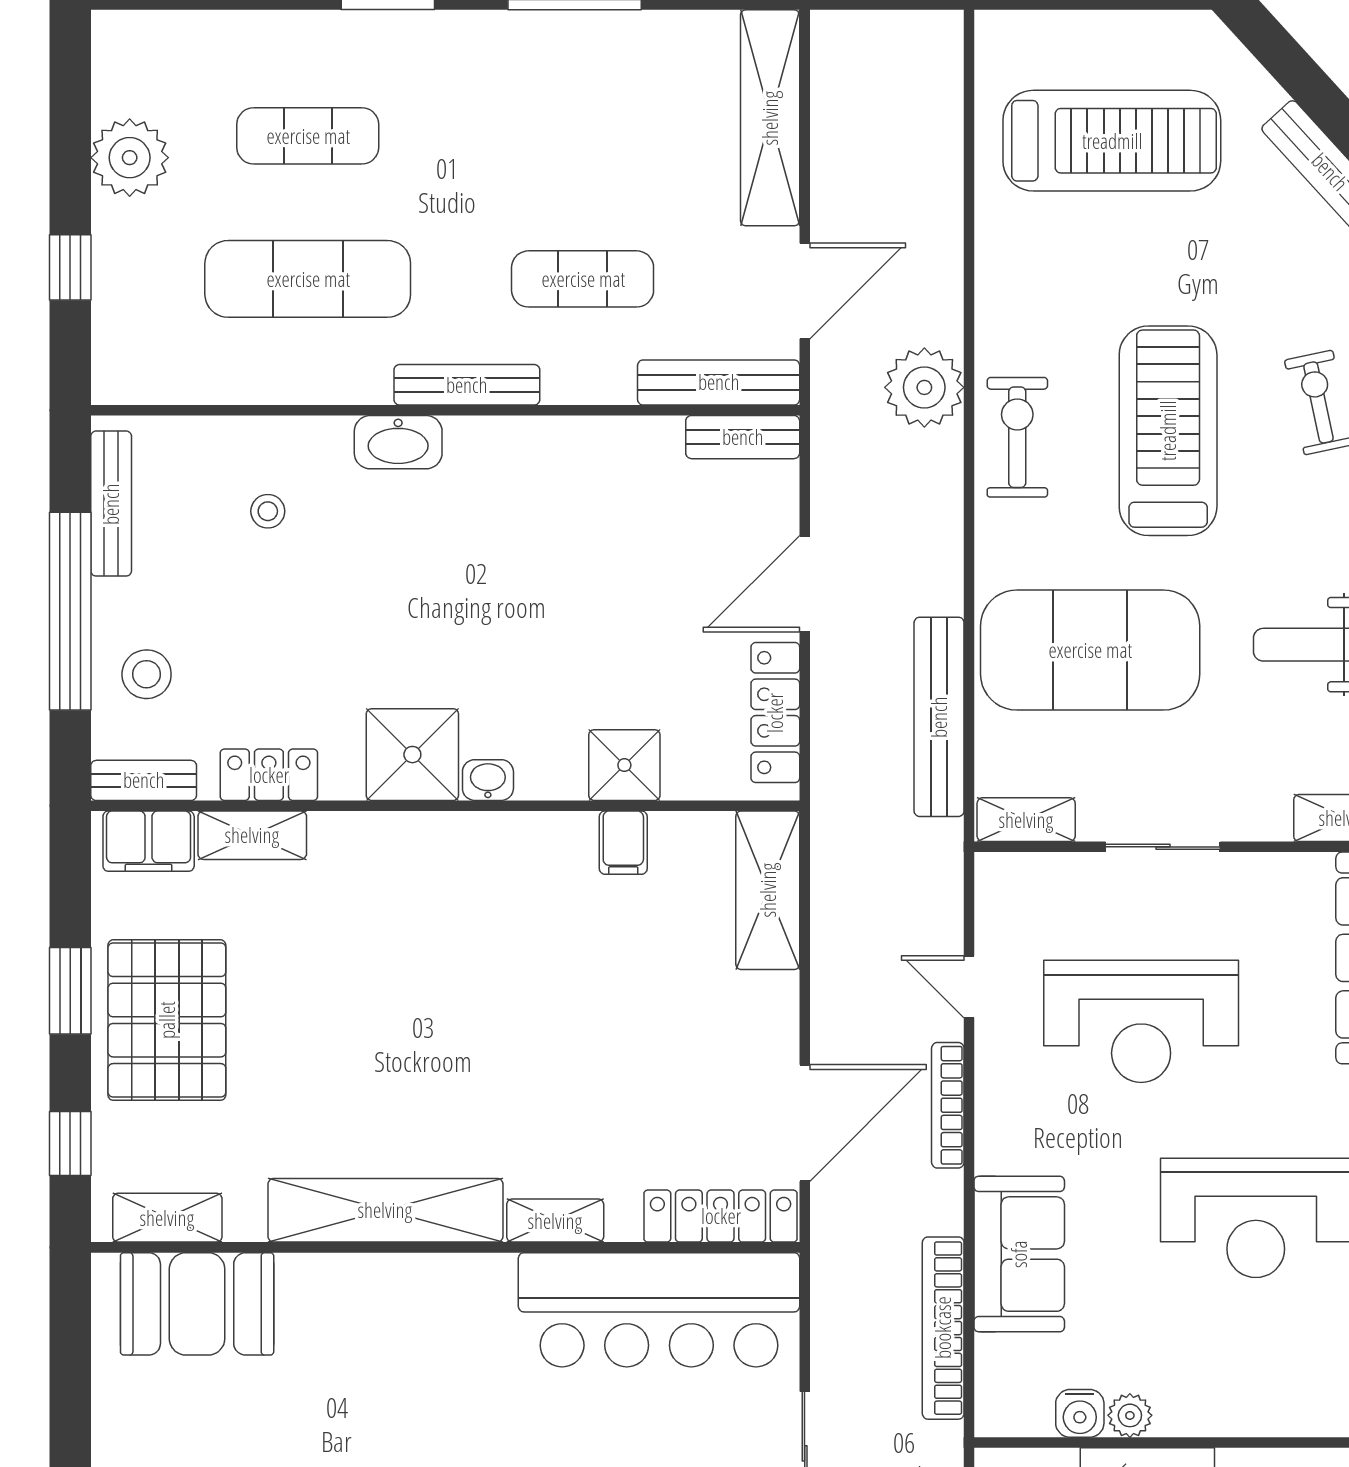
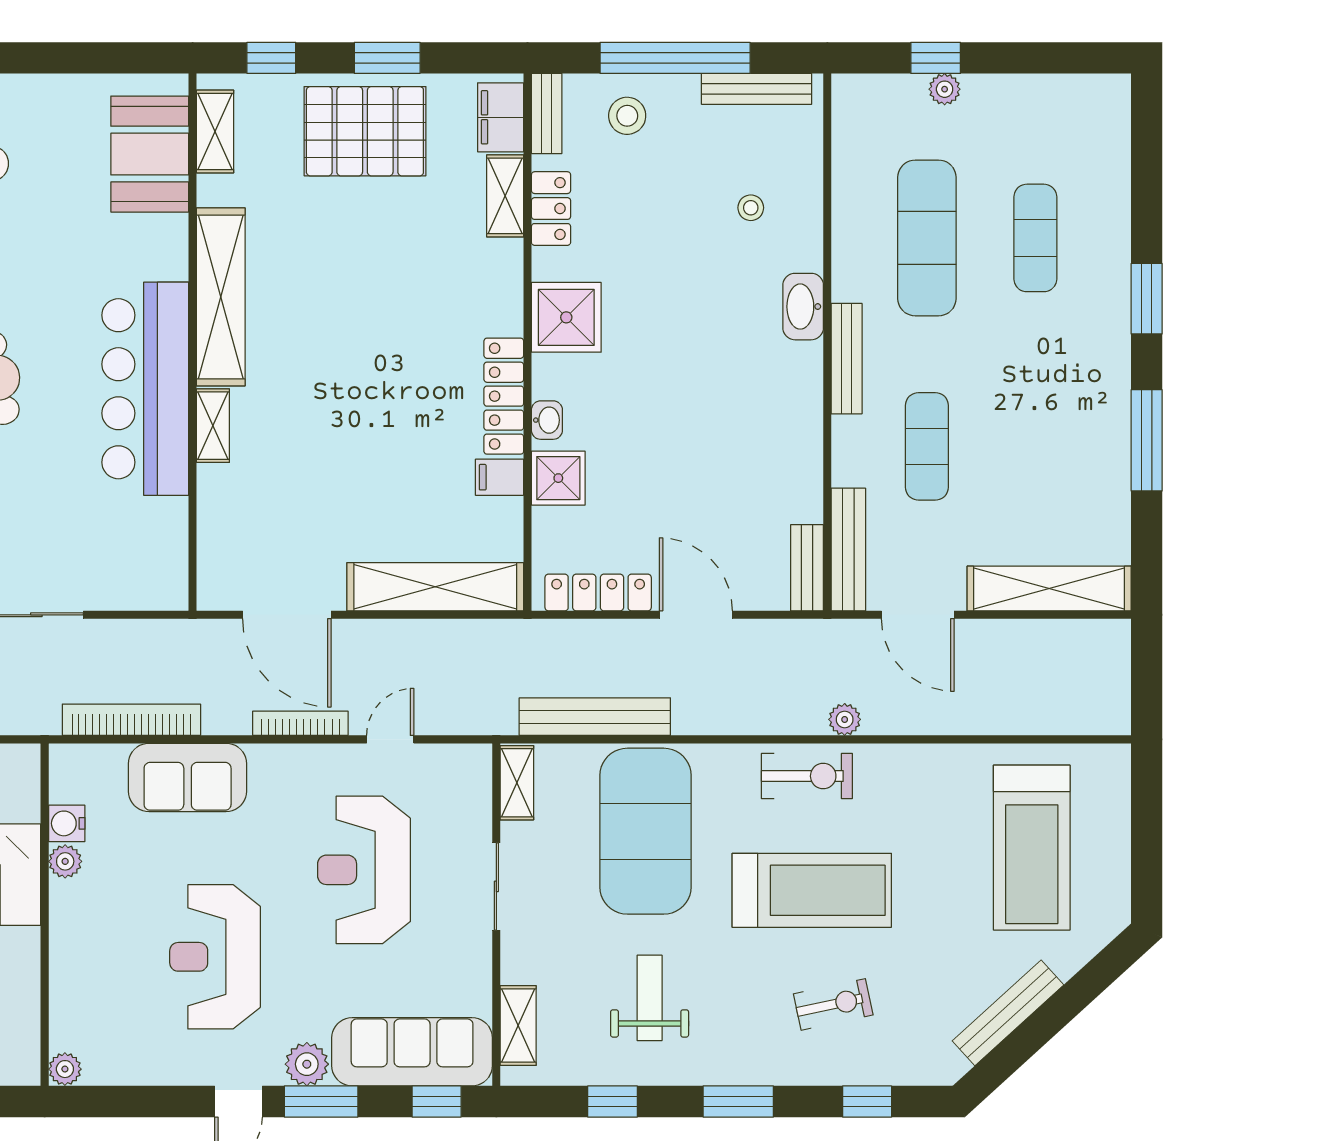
plant: (130, 158) -> (945, 89), moved, width x0.53, depth x0.53
plant: (924, 387) -> (845, 719), width x0.53, depth x0.53
washbasin: (488, 780) -> (547, 420), moved
shelving: (768, 890) -> (435, 587), width x1.47
locker: (721, 1216) -> (504, 396), moved, turned 180
bar counter: (659, 1310) -> (145, 389), moved

